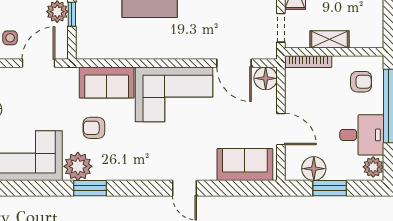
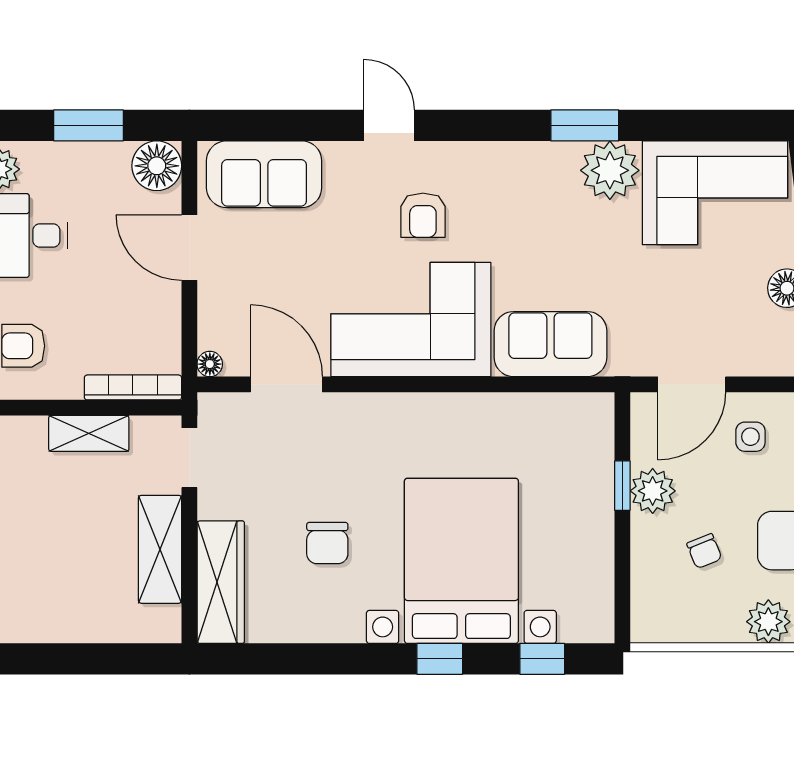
floor lamp: (266, 78) -> (210, 364), width x0.53, depth x0.53
armchair: (94, 128) -> (423, 215), moved, turned 90
floor lamp: (314, 169) -> (157, 166), moved

